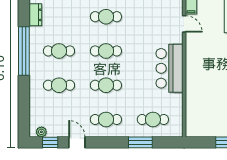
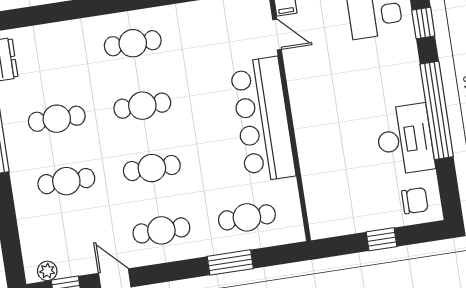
bar counter: (169, 68) -> (263, 120), width x1.36

